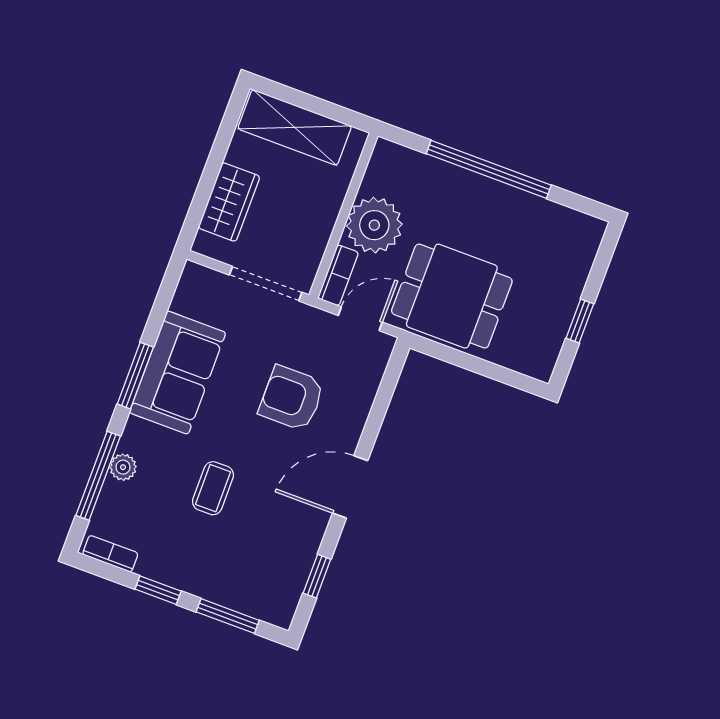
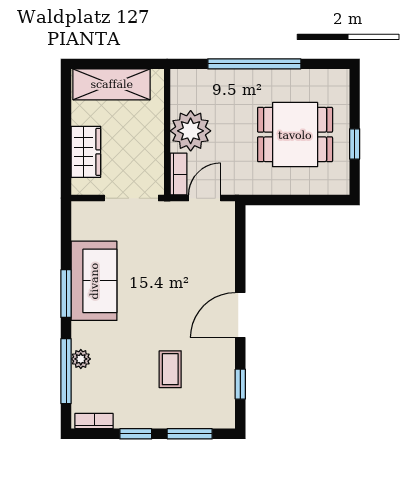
dining table: (452, 296) -> (295, 135), moved
armchair: (292, 398) -> (178, 269), removed
coffee table: (213, 488) -> (170, 369), moved

